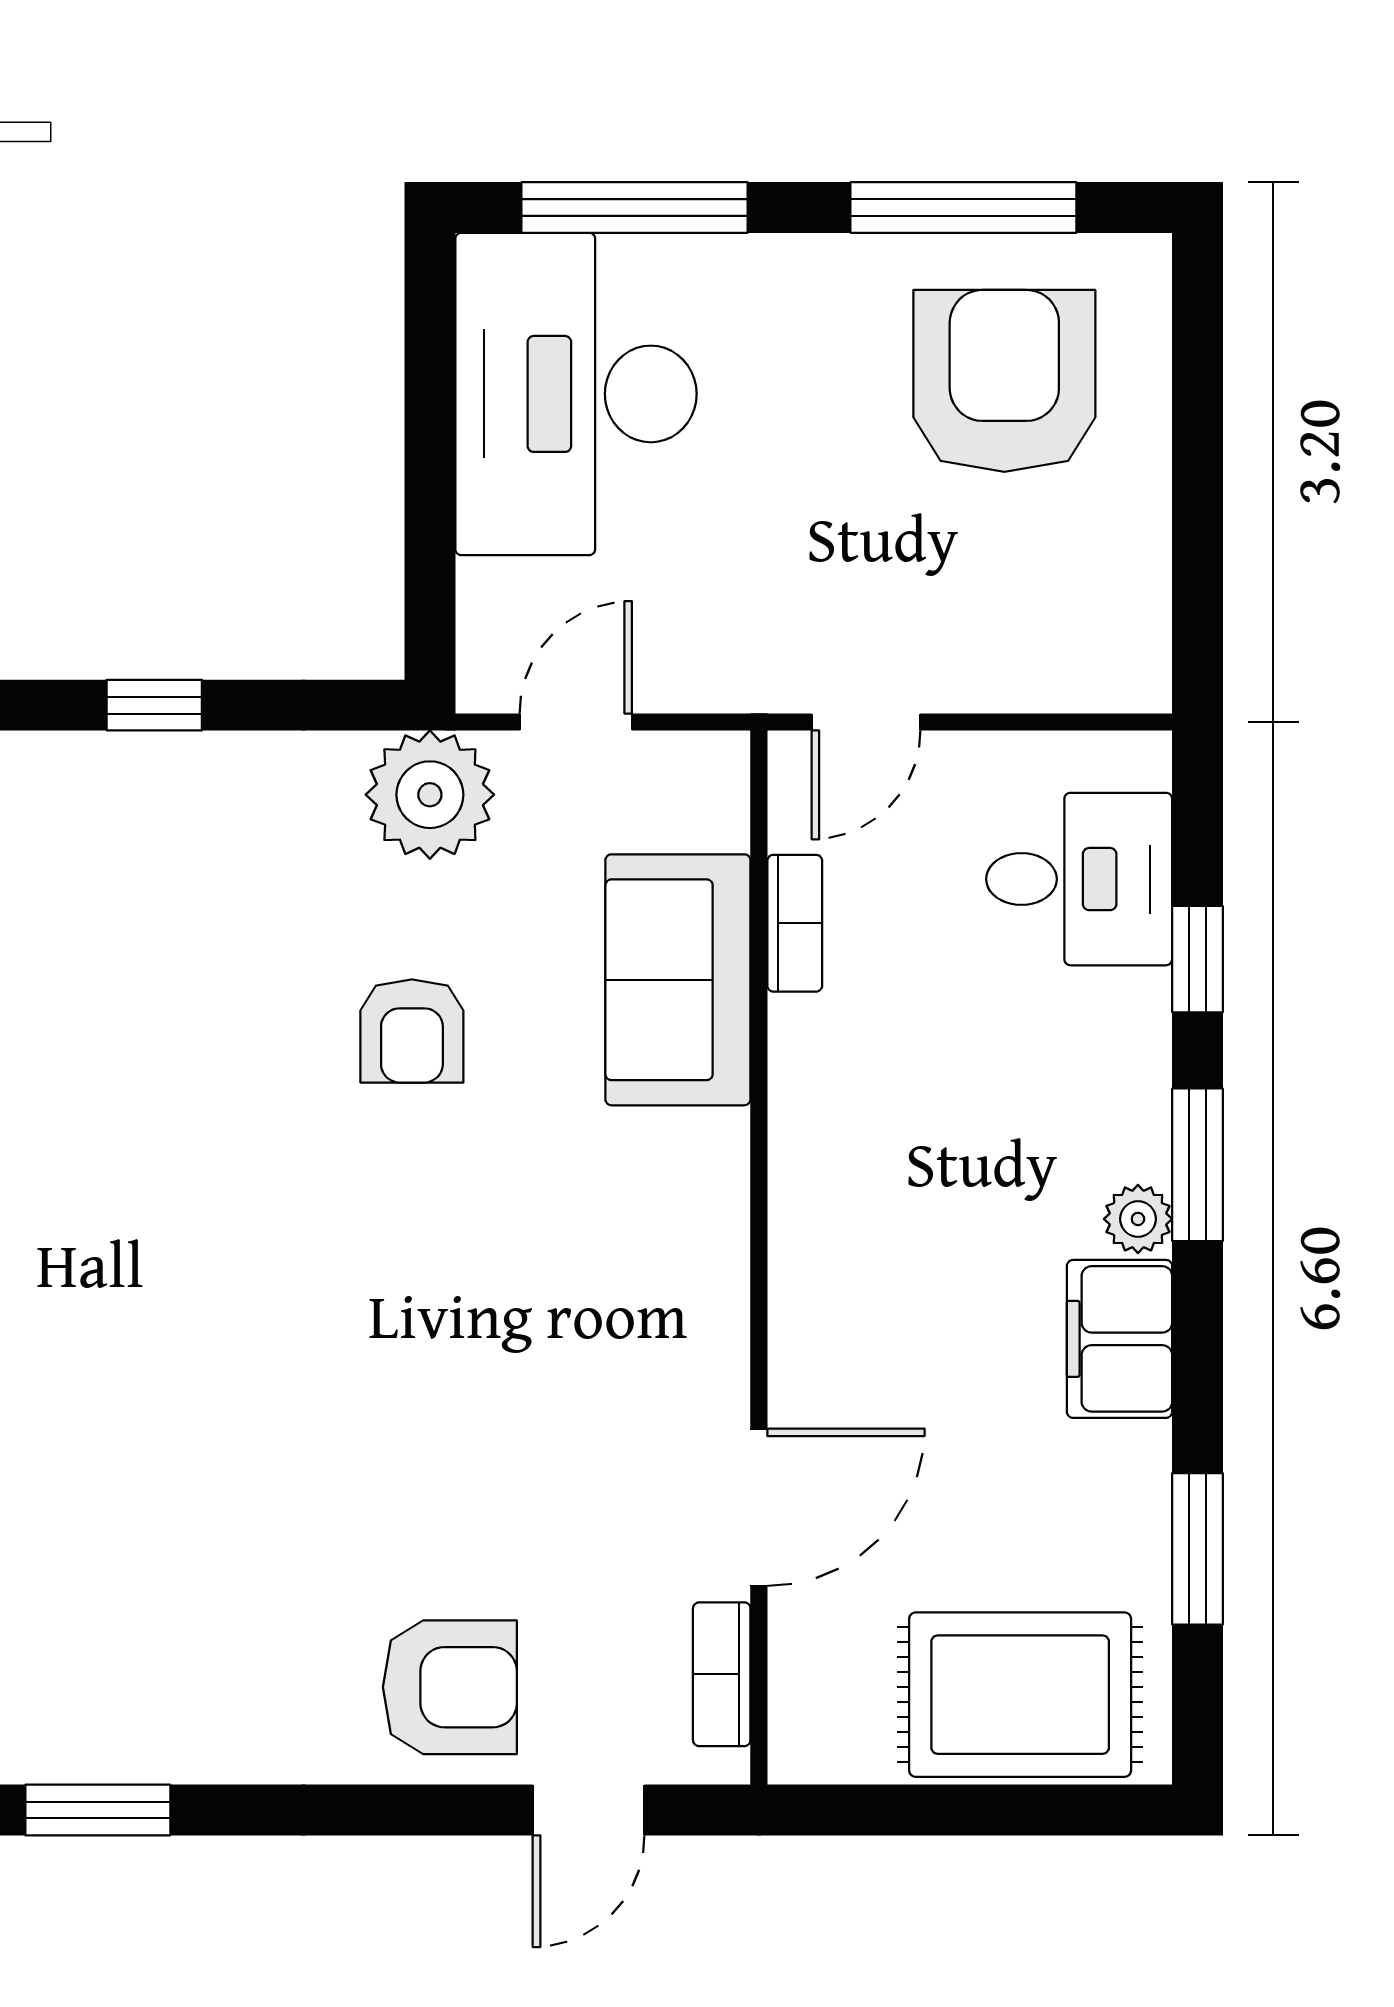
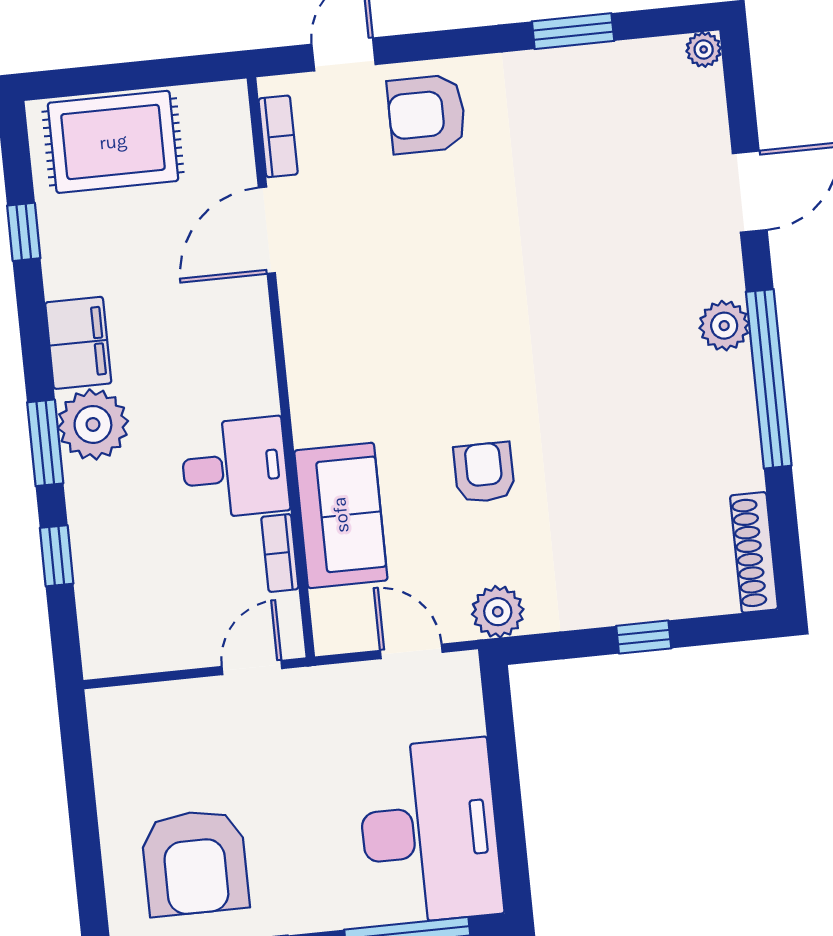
door: (576, 722) -> (411, 651), swing flipped
plant: (430, 795) -> (498, 612), width x0.73, depth x0.73
desk: (1079, 879) -> (235, 468), moved, turned 180
plant: (1138, 1219) -> (93, 424), width x1.87, depth x1.87
window: (1197, 1549) -> (24, 232), width x0.67
window: (98, 1810) -> (573, 31), moved

